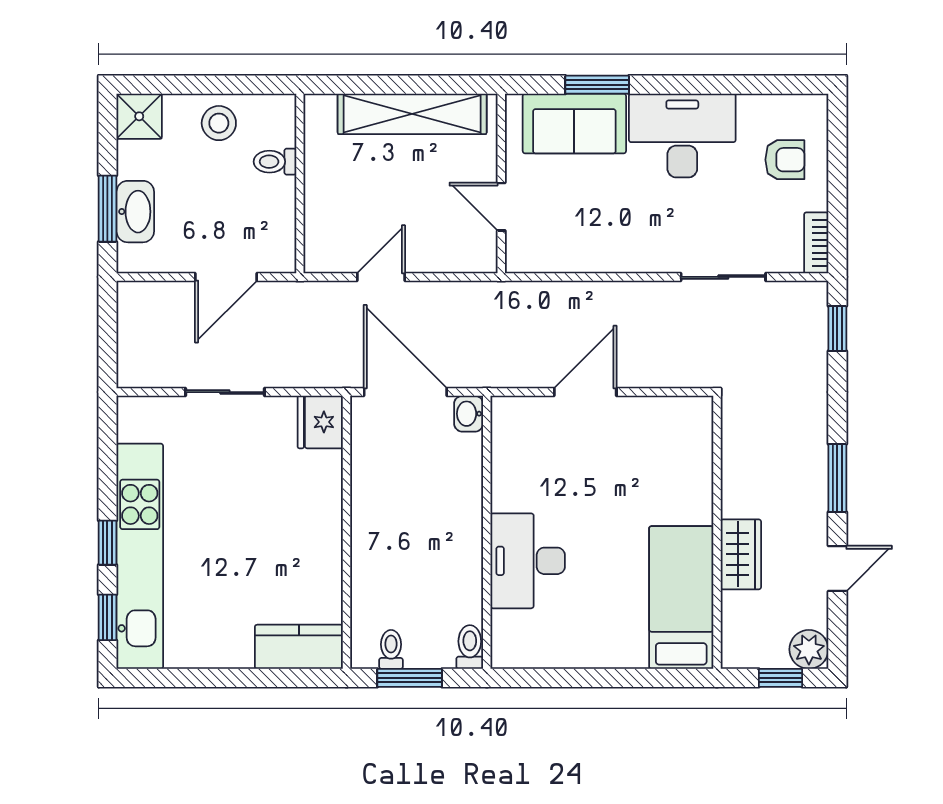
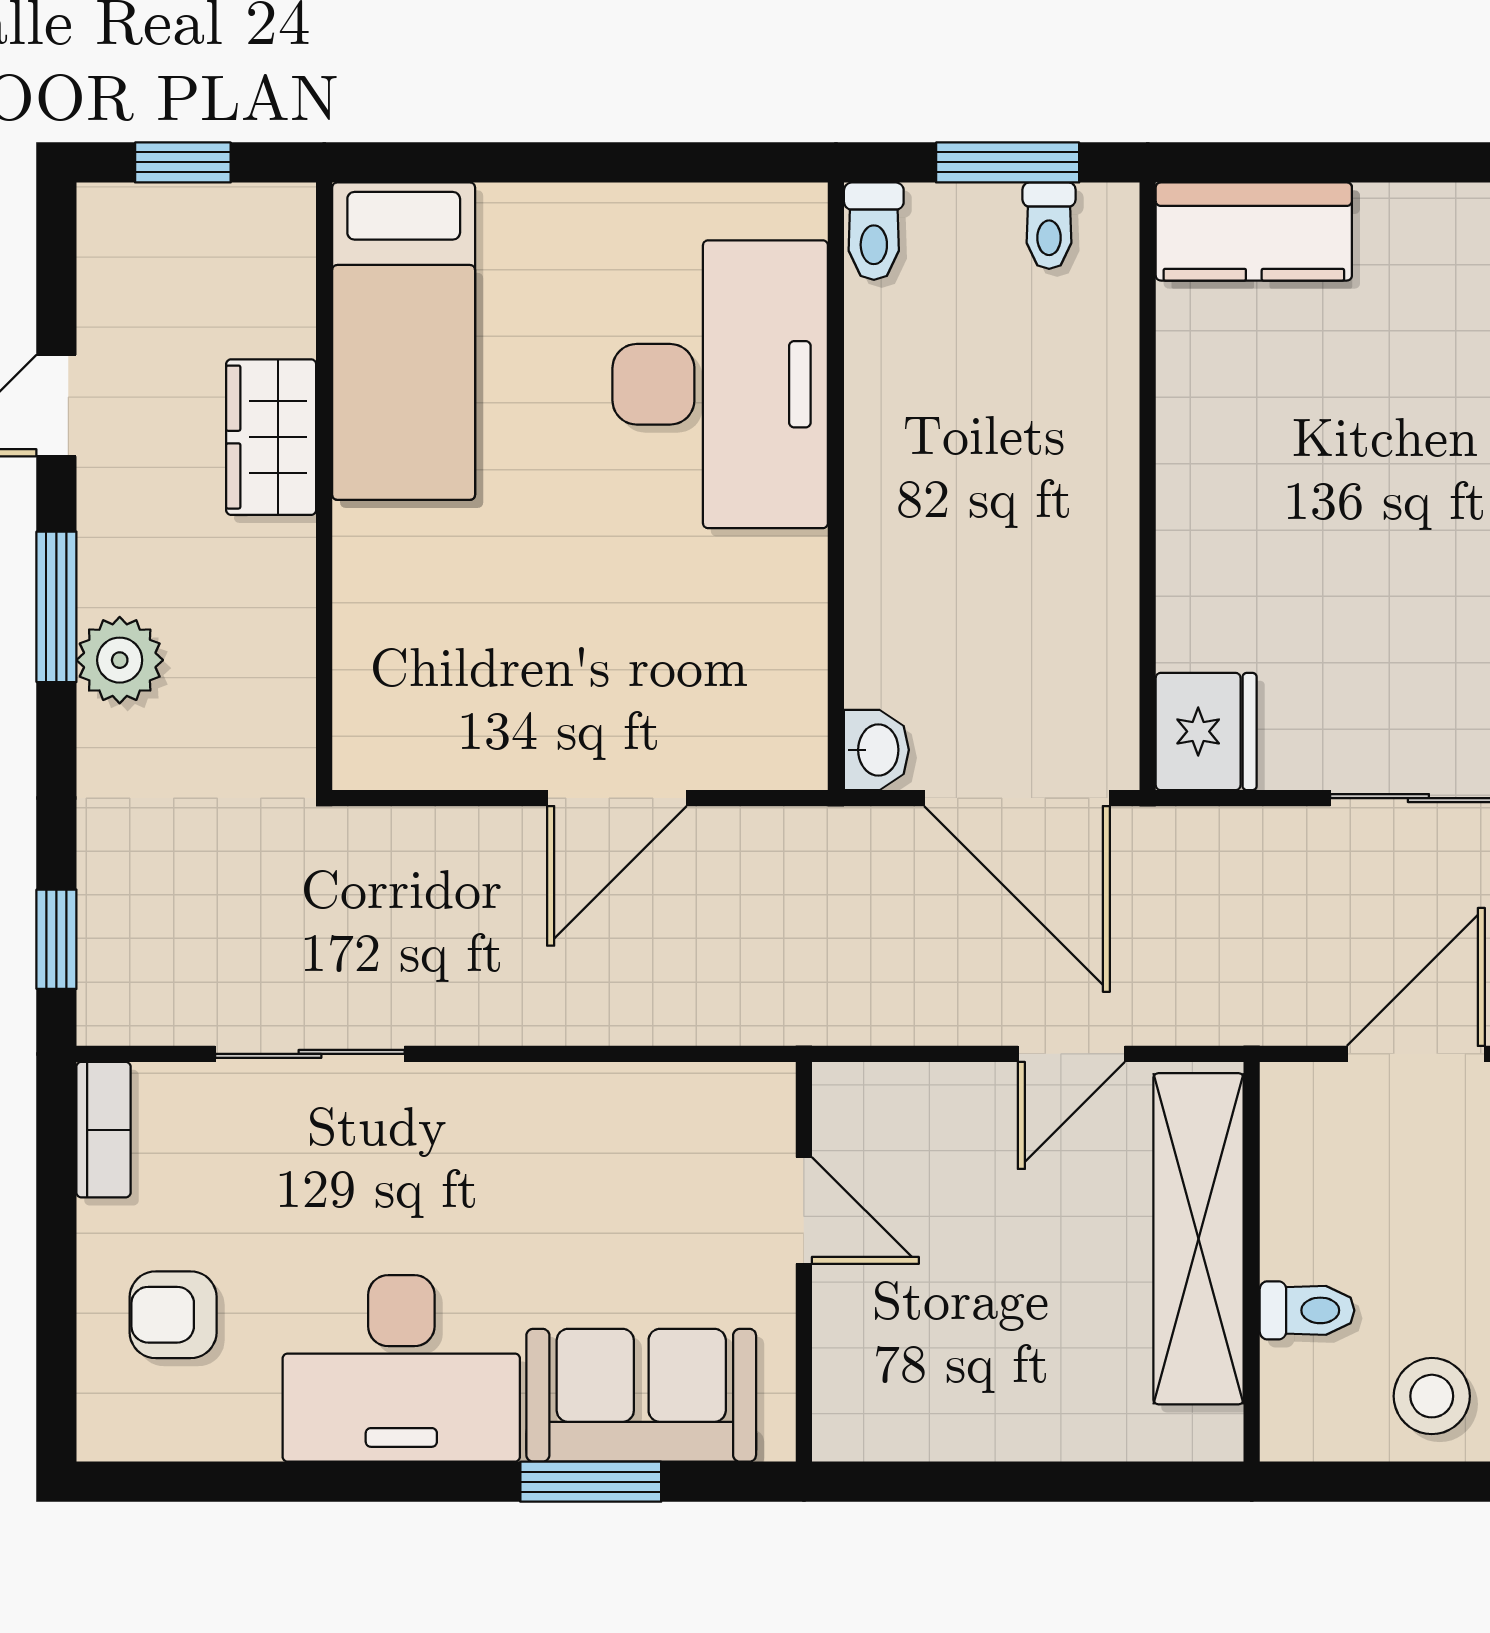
shelving: (412, 114) -> (1199, 1239), moved, turned 90
desk: (528, 561) -> (720, 384), width x1.36, depth x1.30
plant: (809, 649) -> (120, 660), moved

